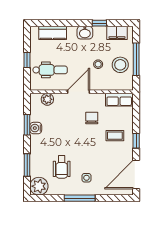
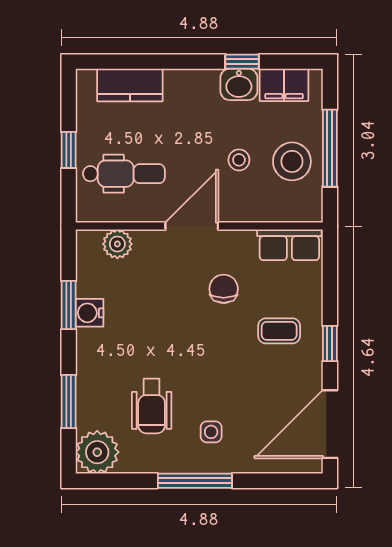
washbasin: (85, 33) -> (239, 84), moved

